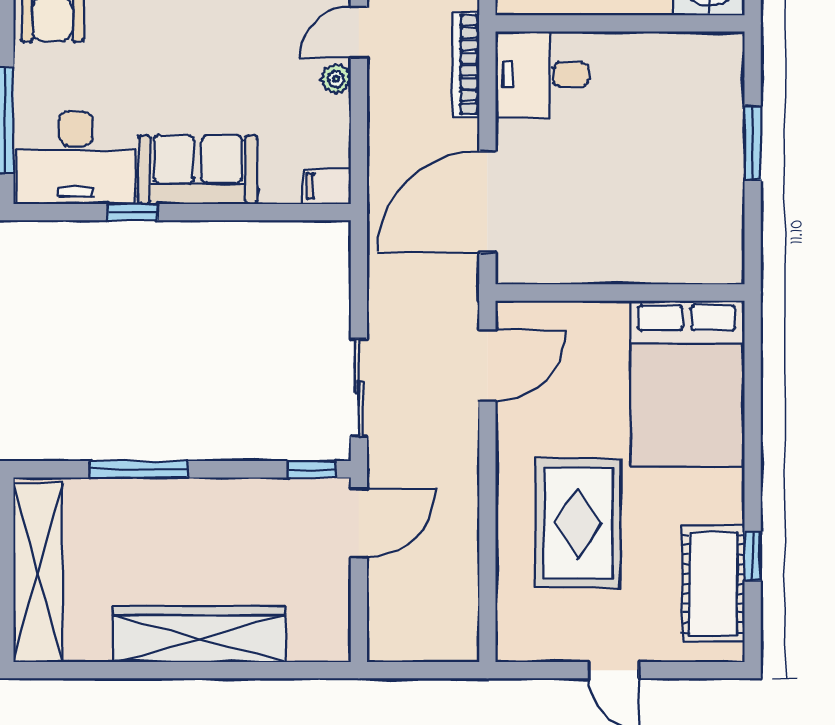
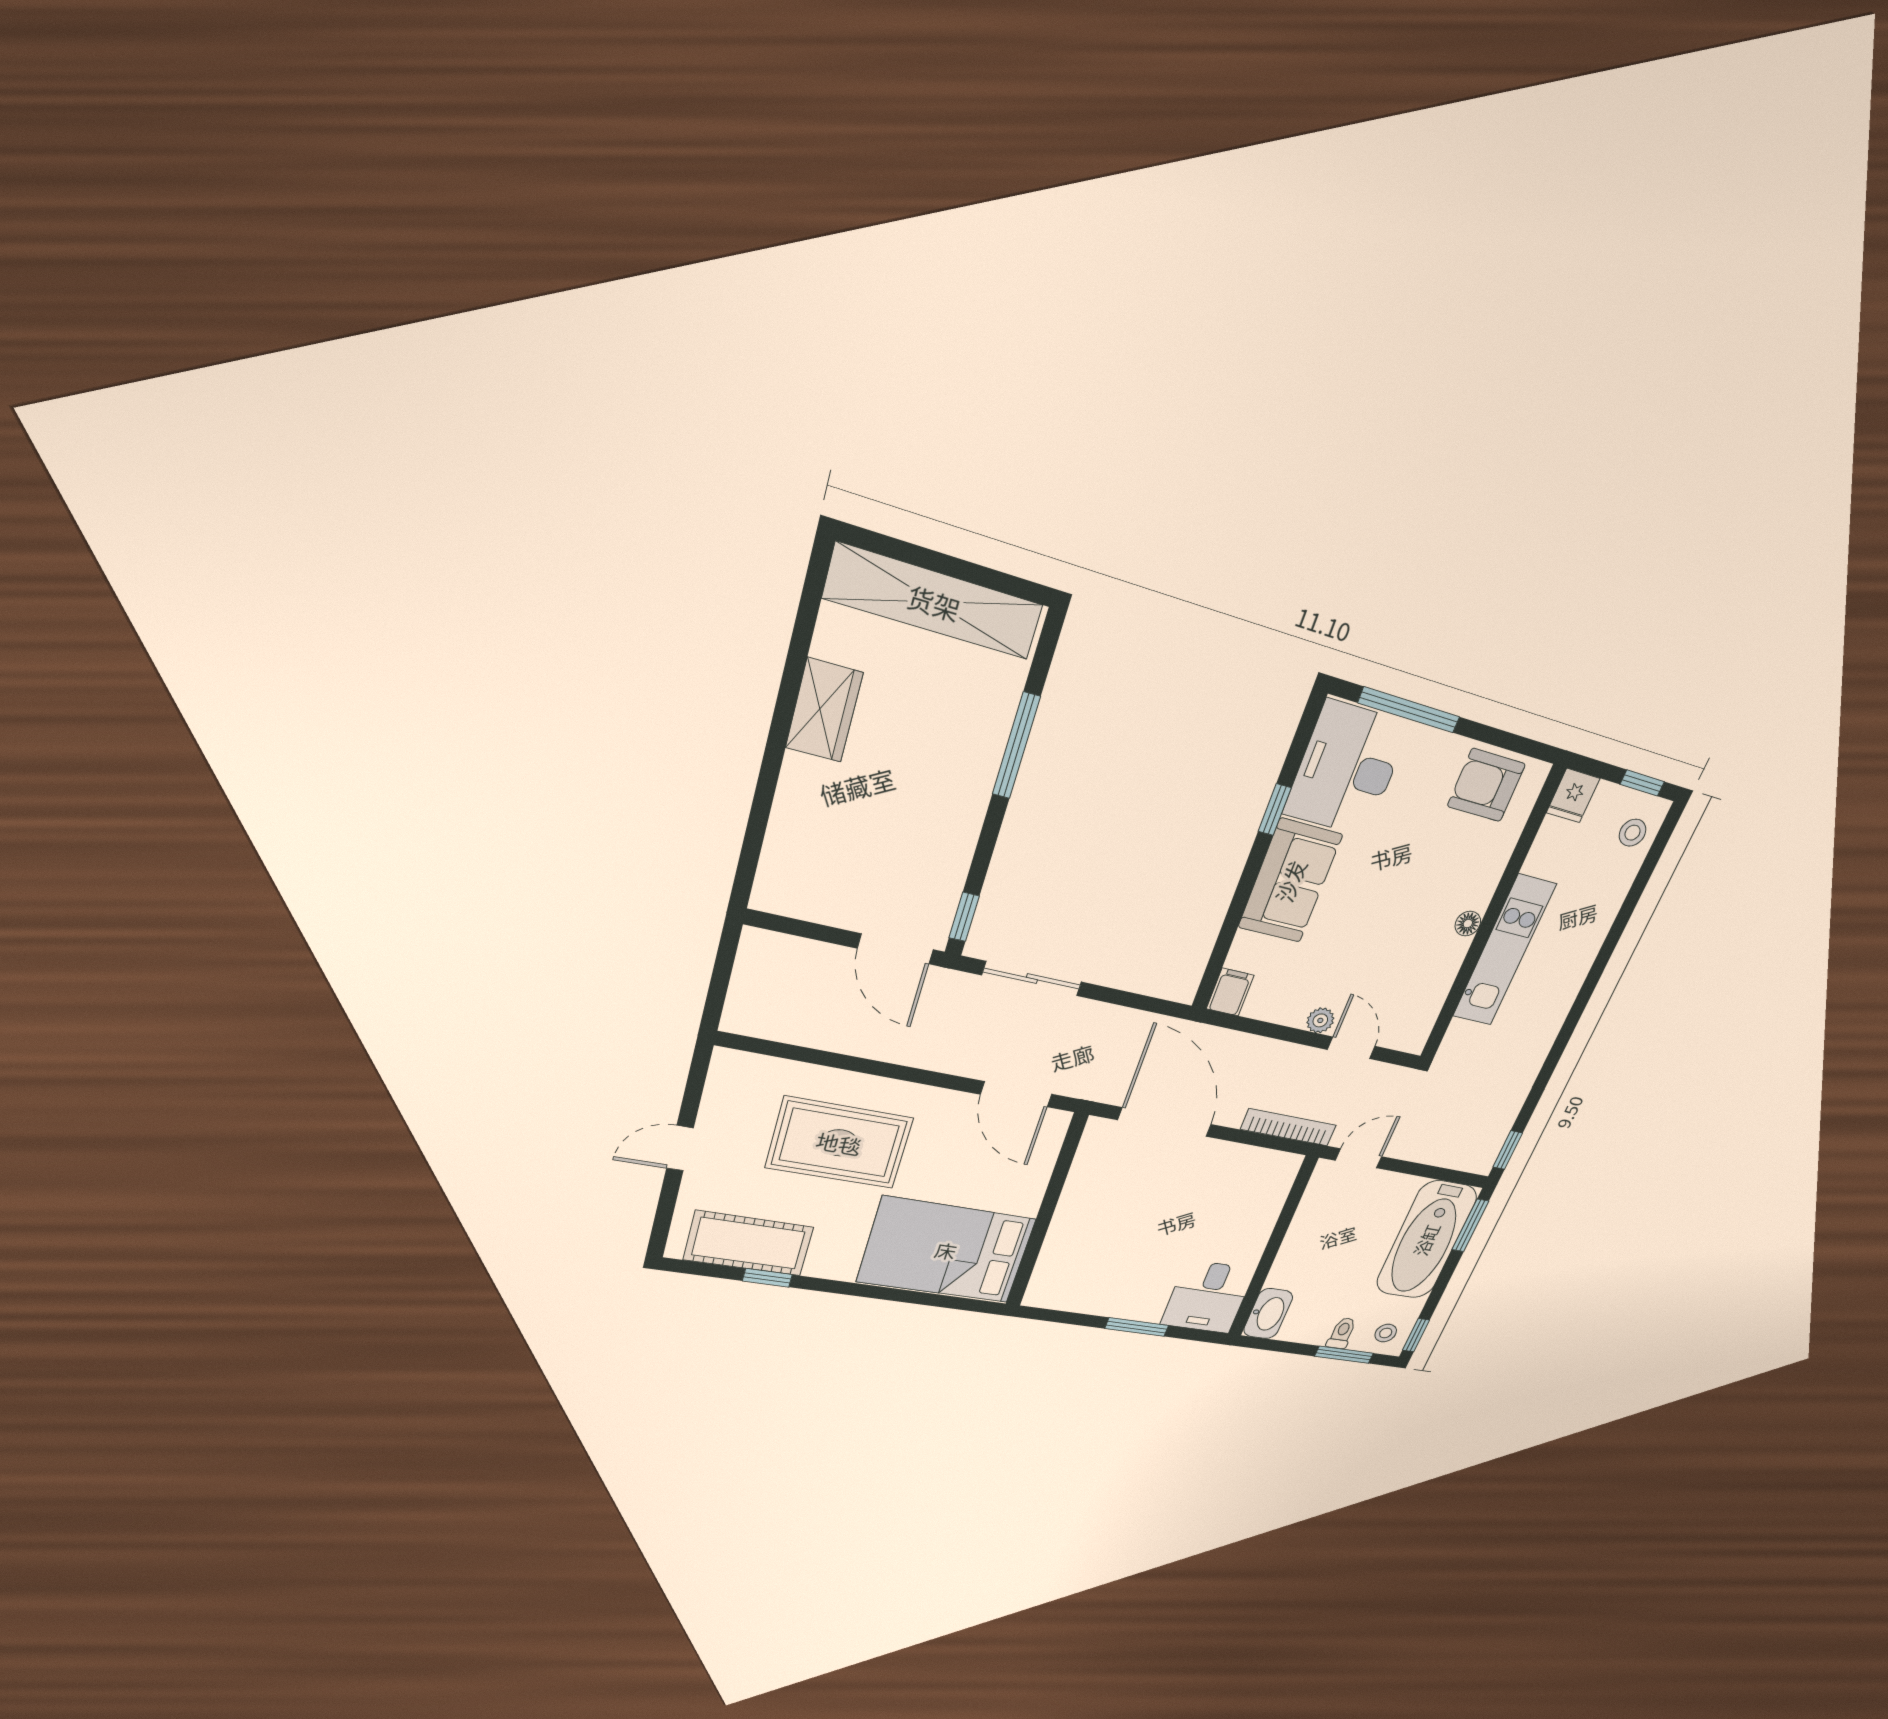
desk: (542, 75) -> (1208, 1297), moved, turned 180
wardrobe: (199, 634) -> (824, 710), width x0.48, depth x0.85

